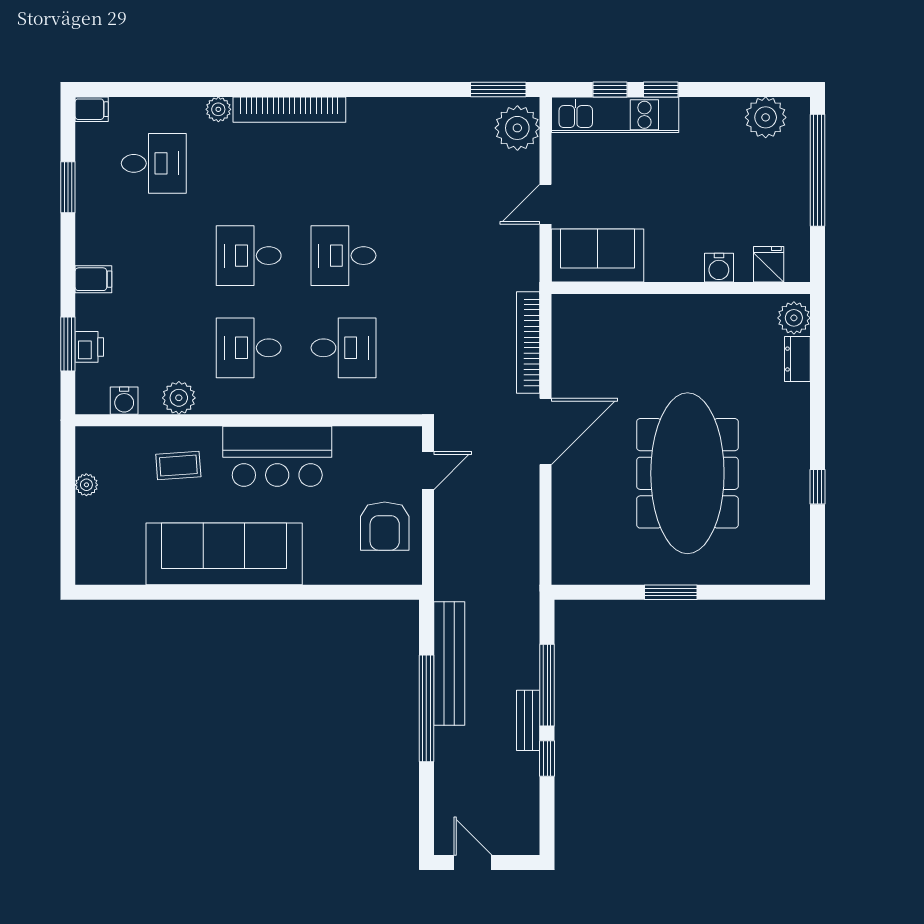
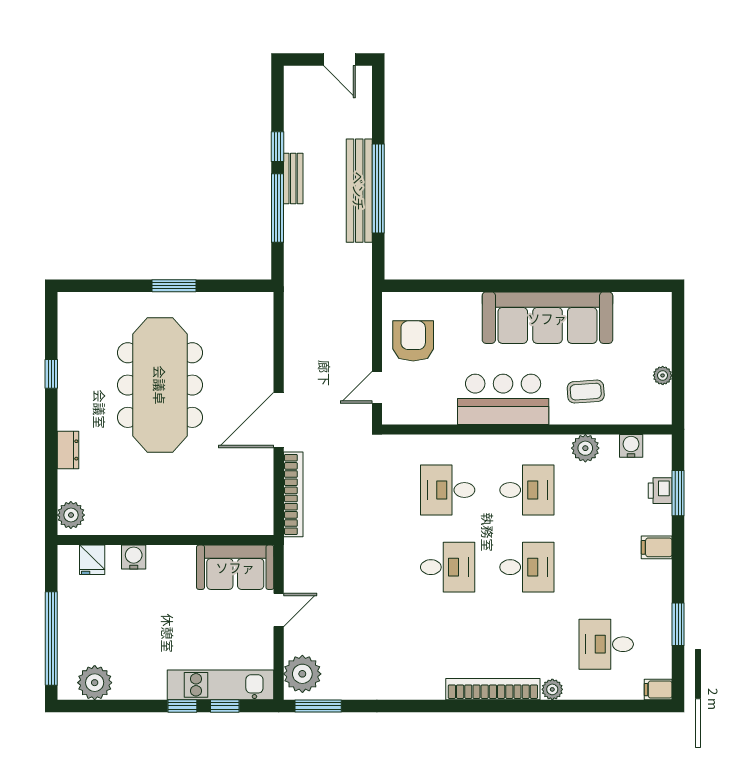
dresser: (797, 359) -> (68, 450), moved
bench: (449, 664) -> (359, 191), moved

